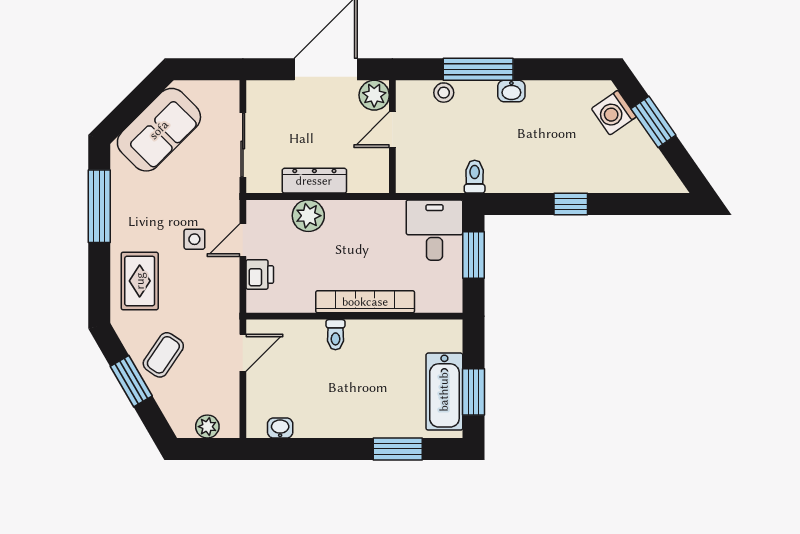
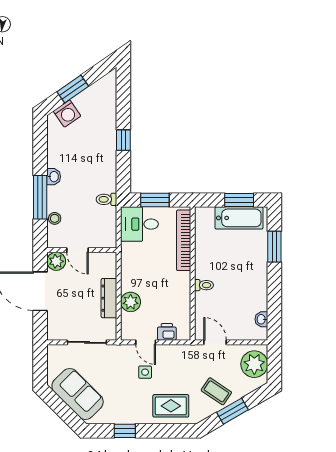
window: (99, 206) -> (125, 431), width x0.46
bookcase: (365, 302) -> (184, 240), moved
plant: (207, 427) -> (254, 364), width x1.87, depth x1.87

